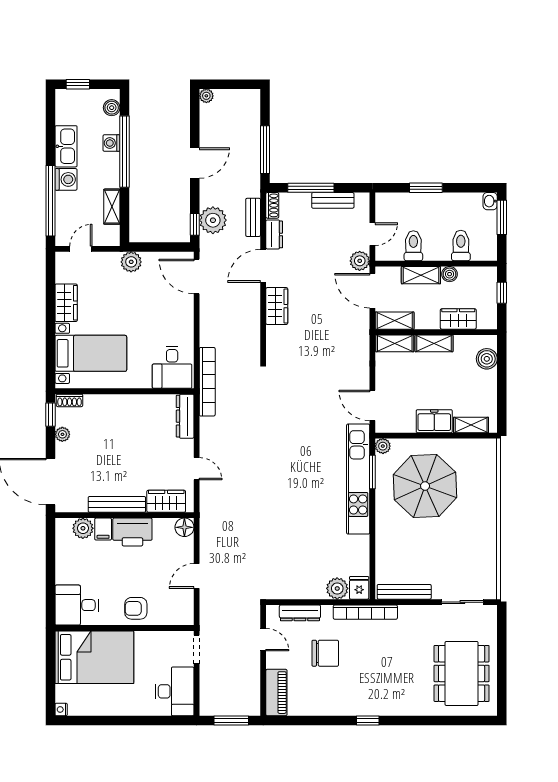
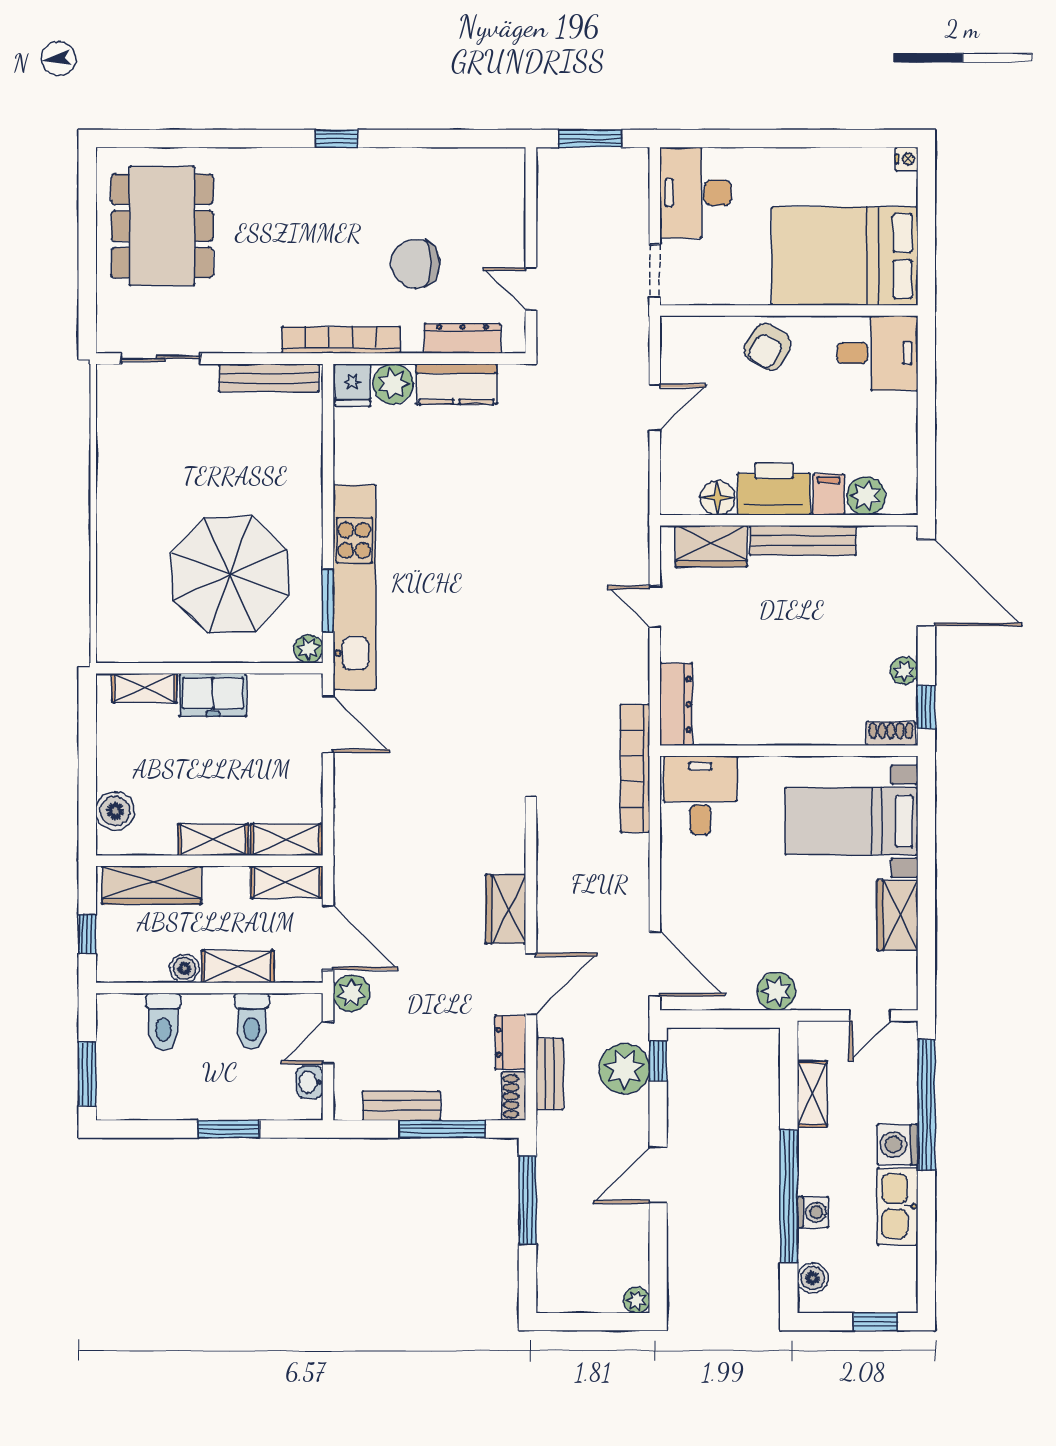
washbasin: (490, 201) -> (310, 1082), moved, turned 180
wardrobe: (458, 319) -> (152, 885), width x1.50
floor lamp: (184, 527) -> (718, 498), moved
kitchen counter: (303, 588) -> (456, 384), added
armchair: (136, 608) -> (768, 347), turned 122
piano: (276, 693) -> (506, 191), removed

